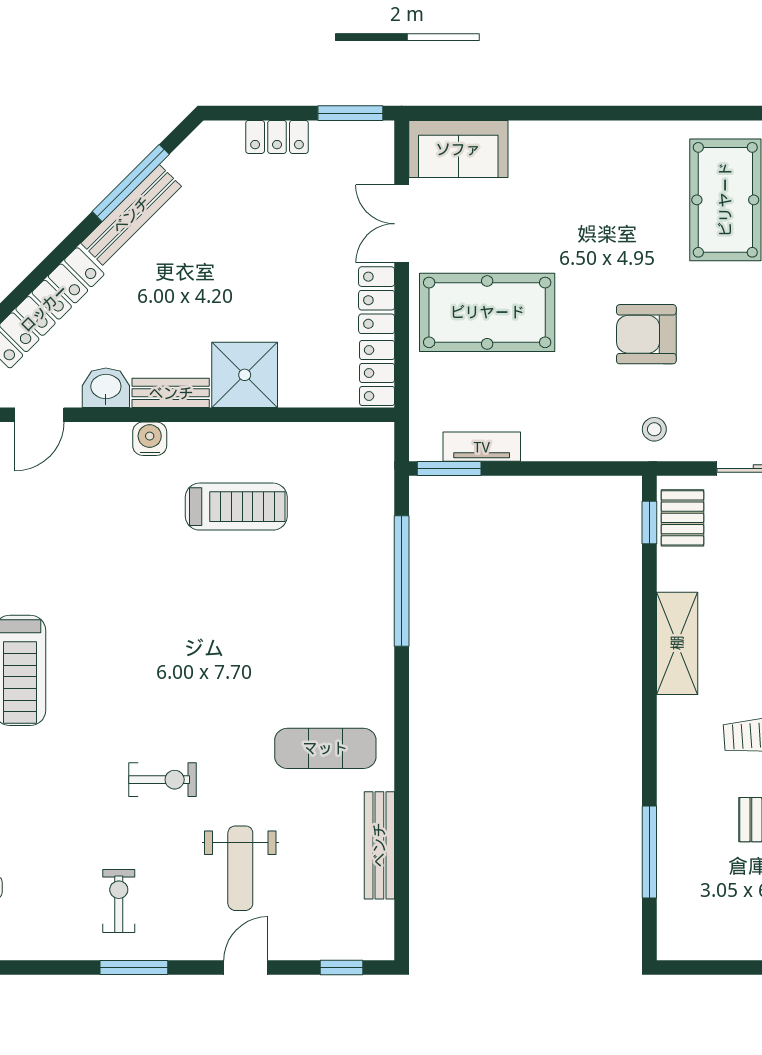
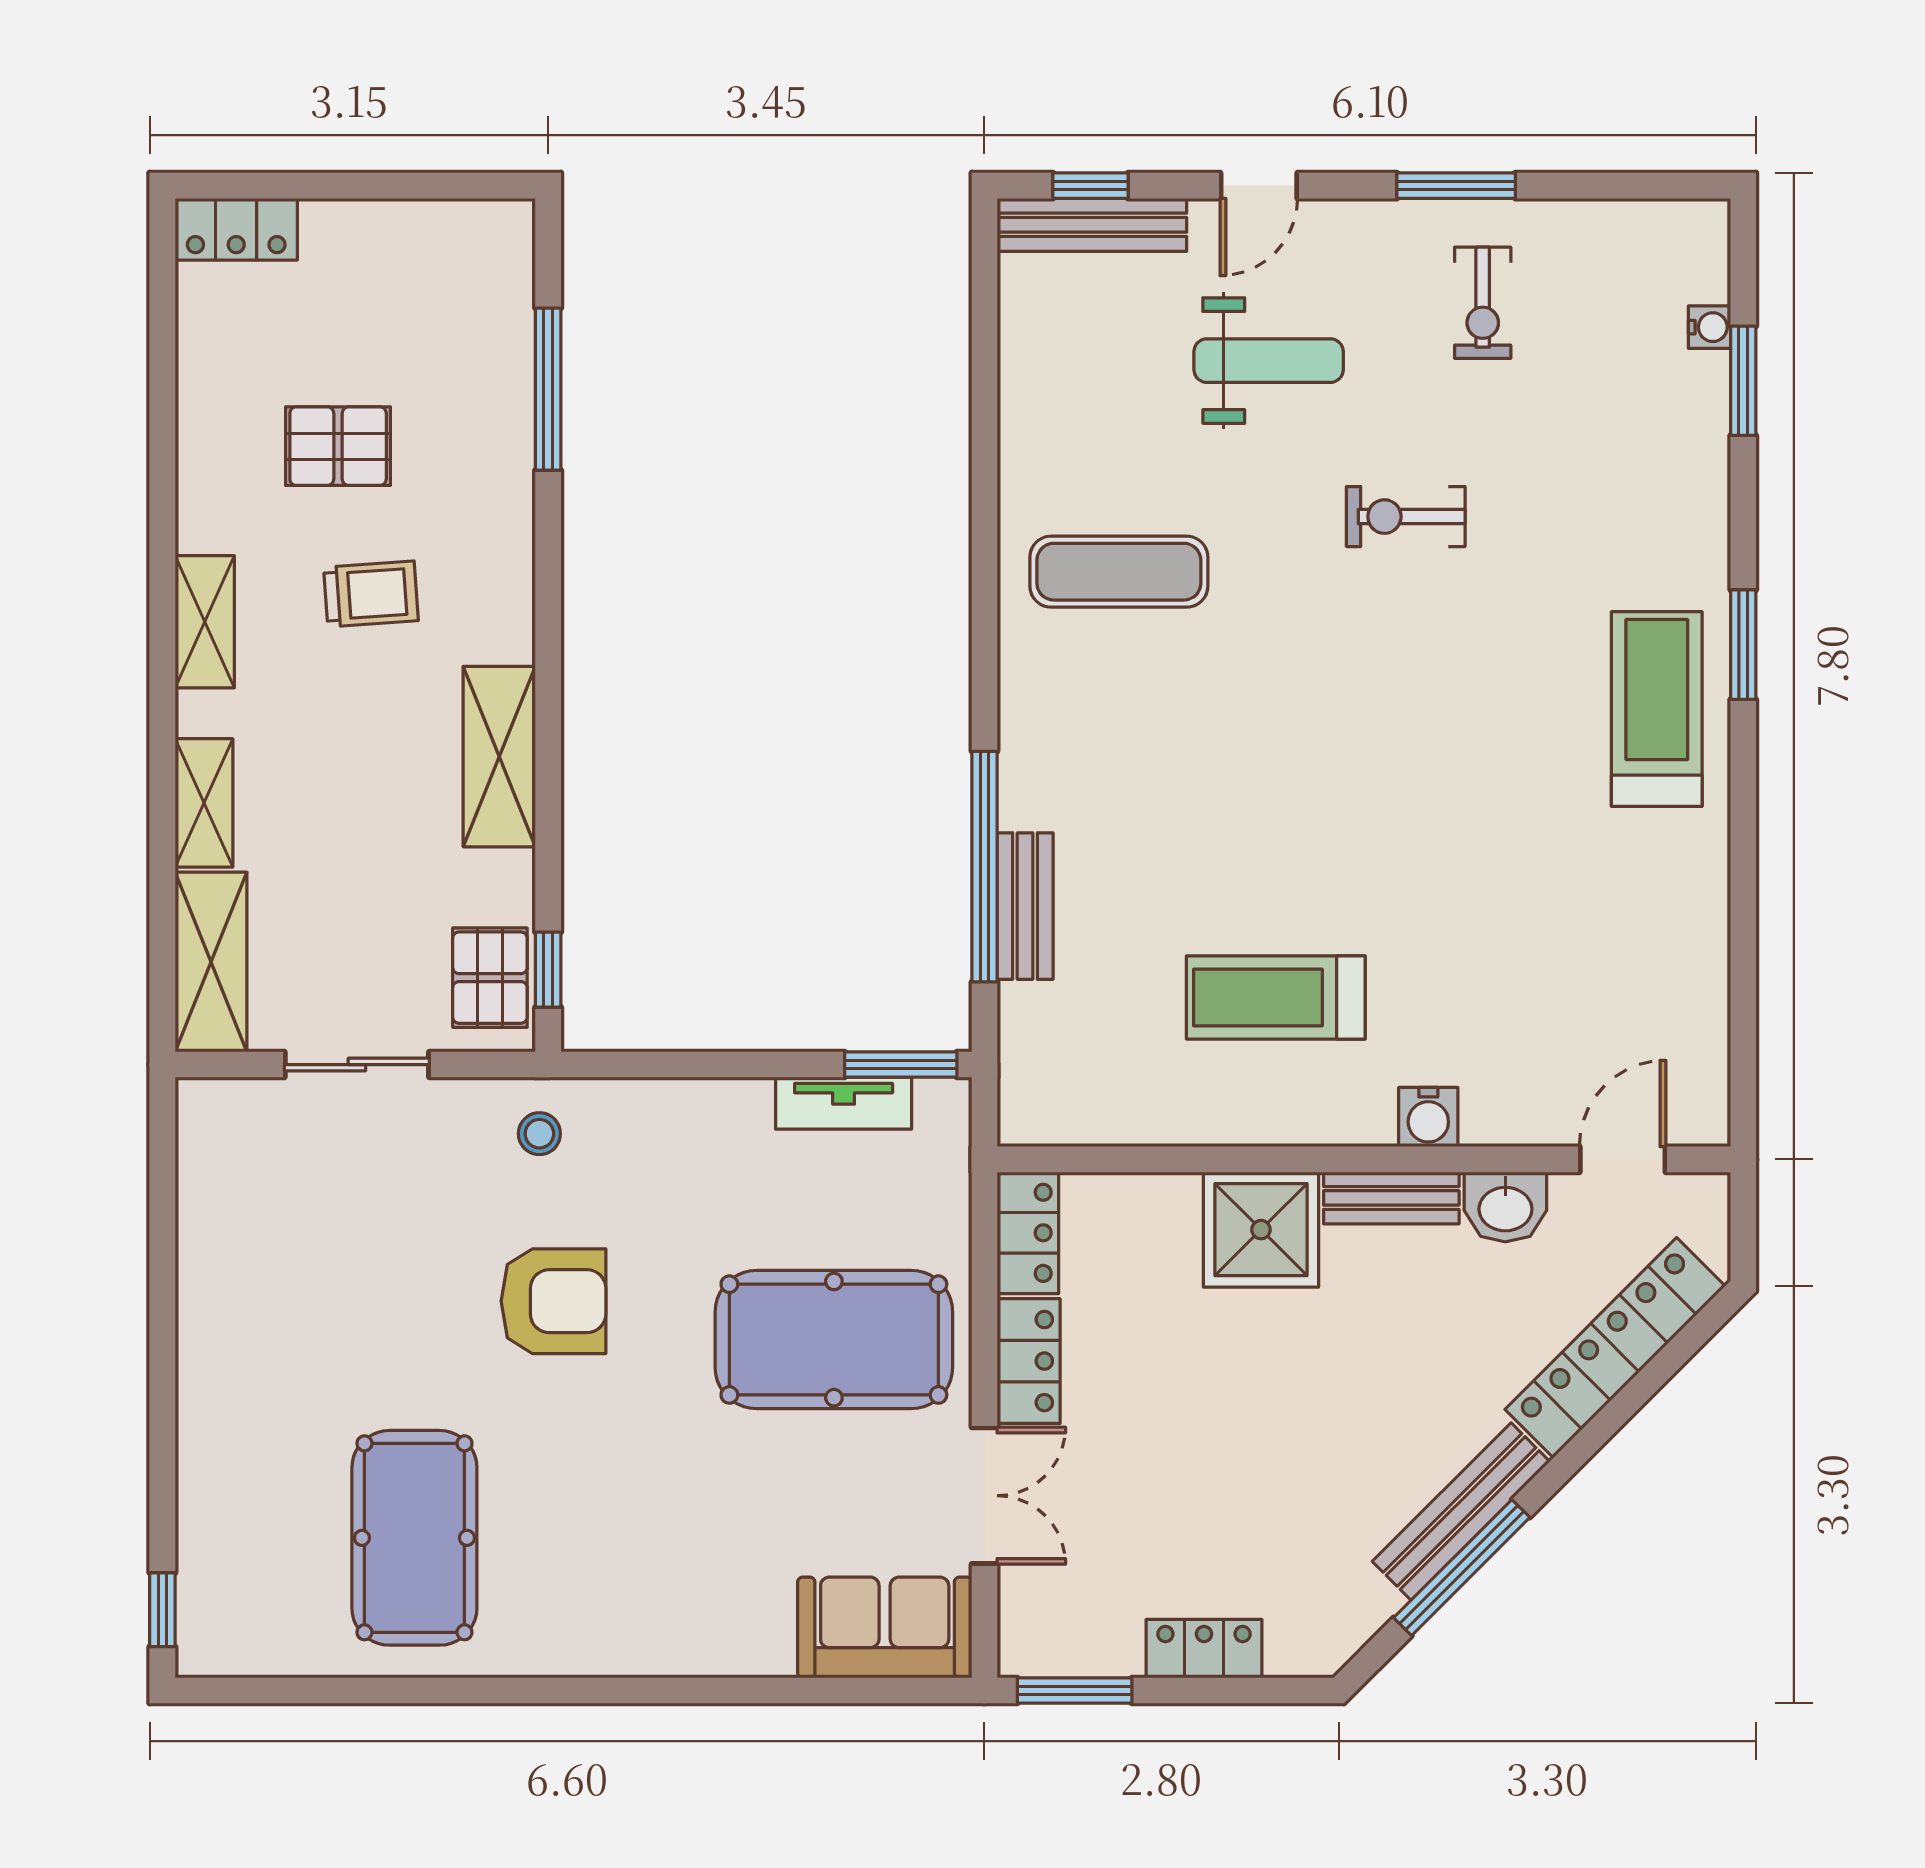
bench: (379, 559) -> (1025, 906), added
bench: (379, 845) -> (1092, 225), moved, turned 90
weight bench: (240, 868) -> (1269, 361), turned 90

